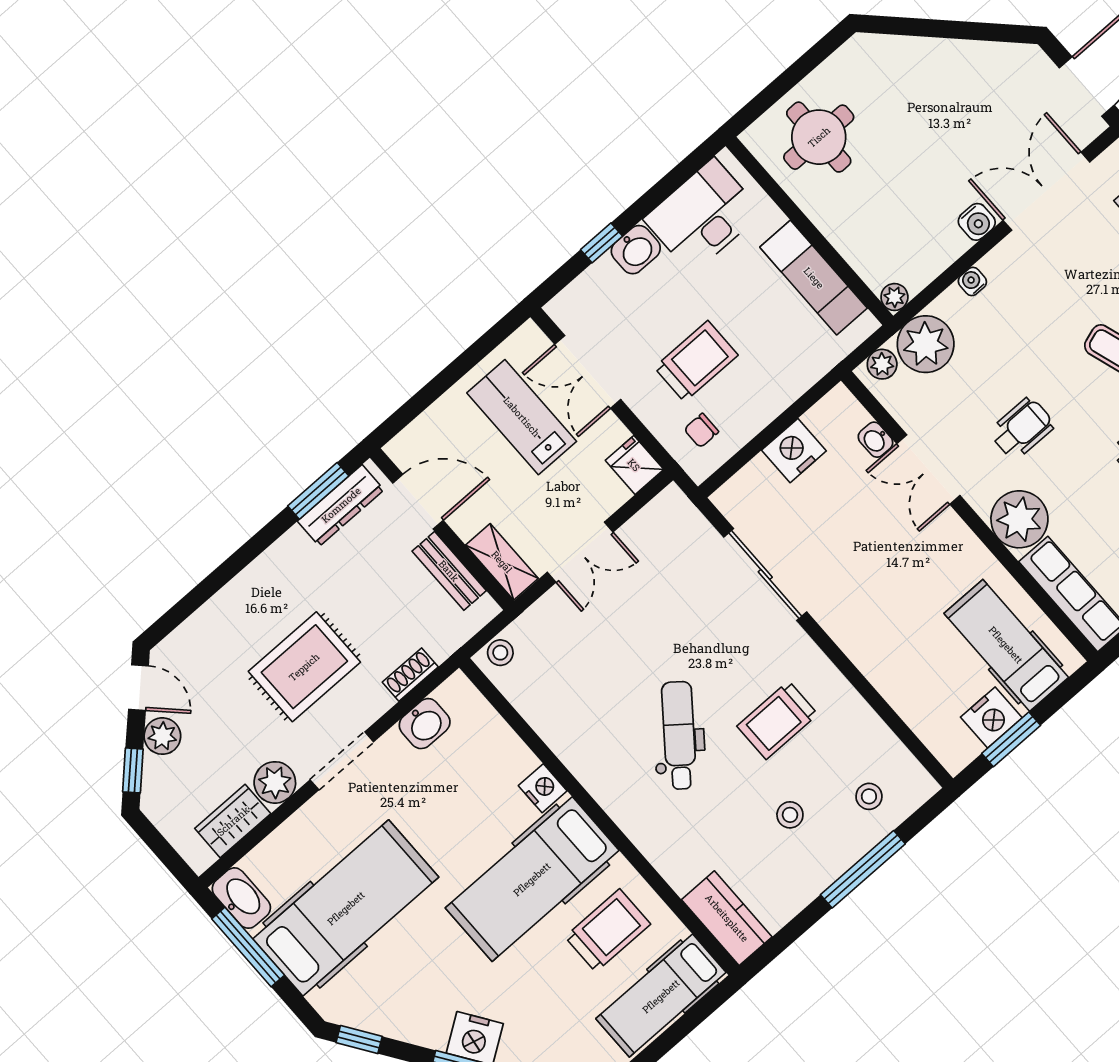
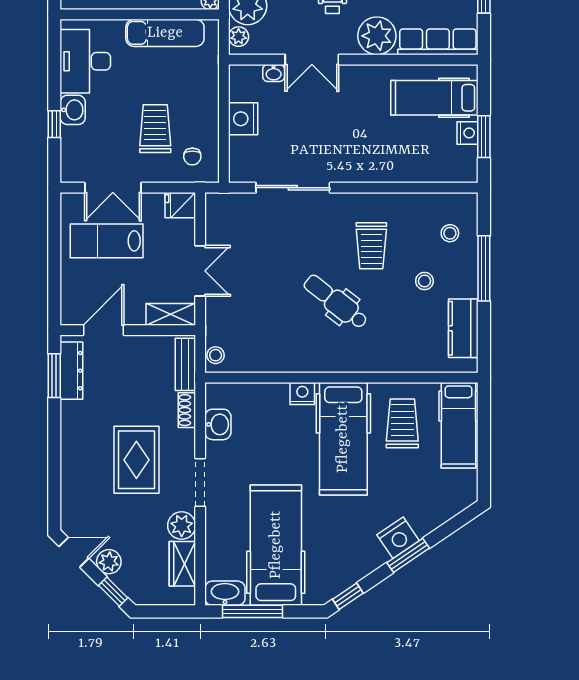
bench: (449, 571) -> (185, 364), moved, turned 90
nightstand: (991, 717) -> (467, 133), width x0.74, depth x0.75
kitchen counter: (727, 918) -> (463, 328), moved, turned -90

